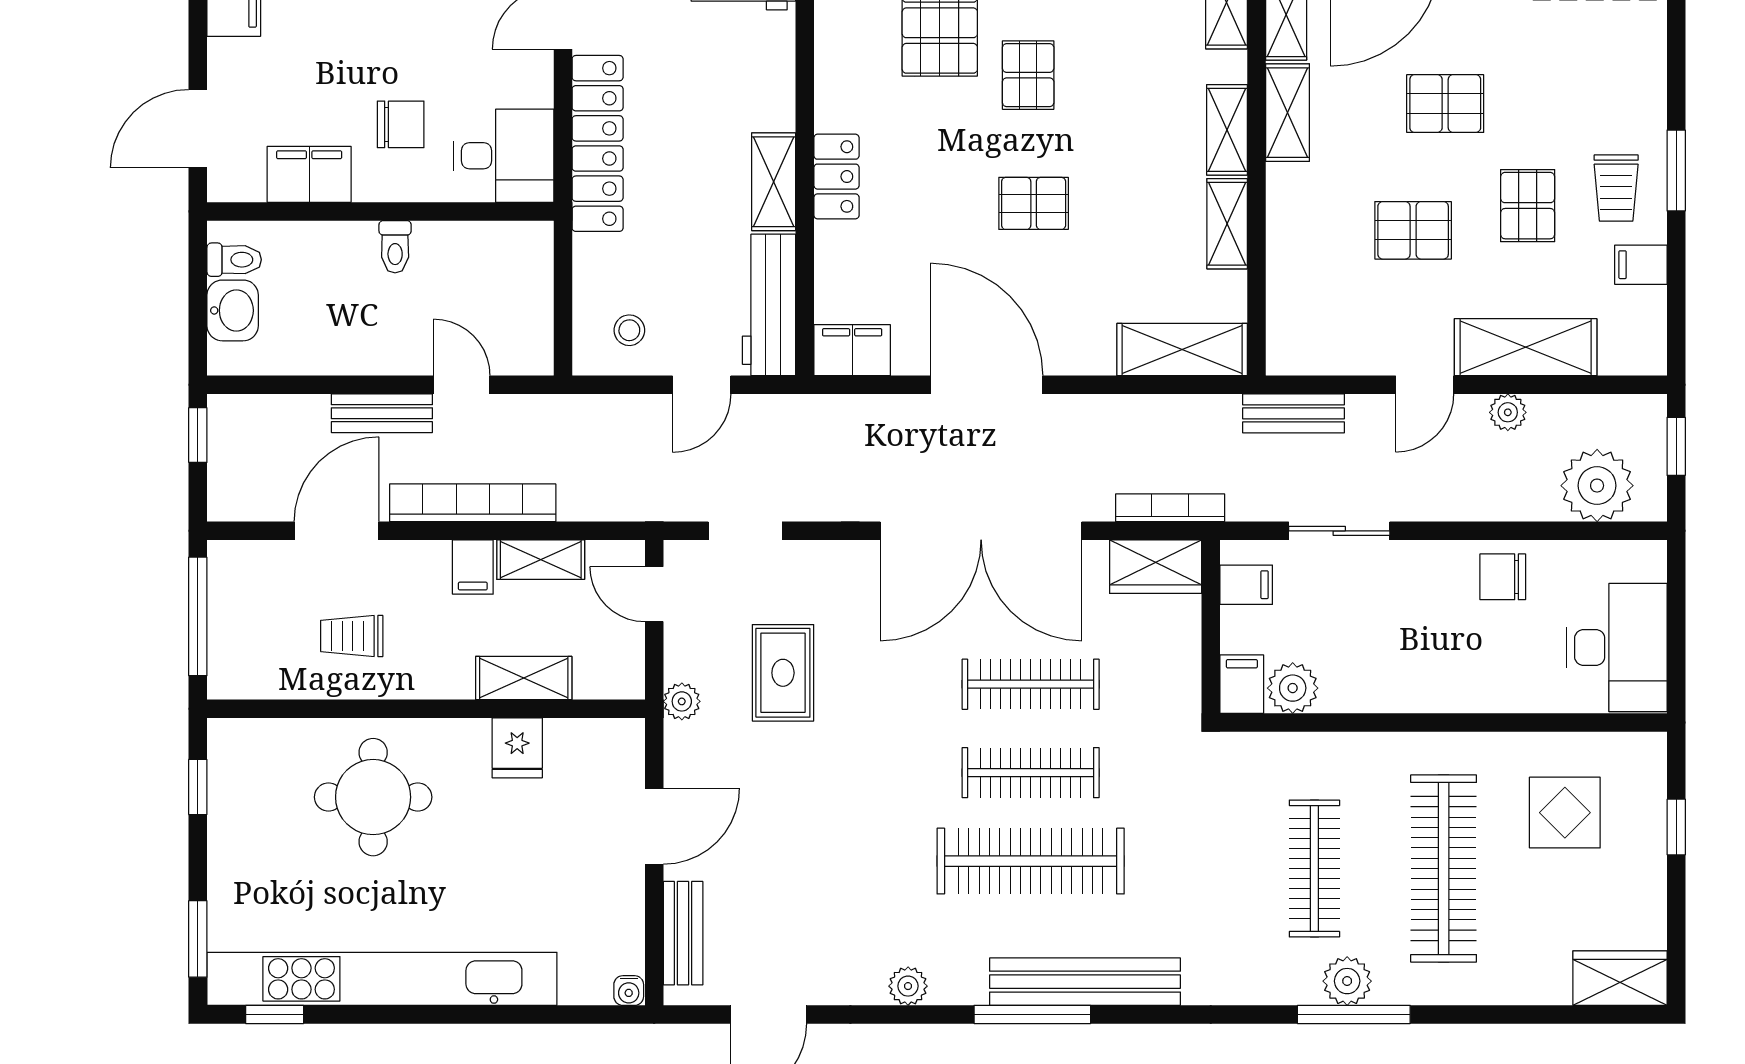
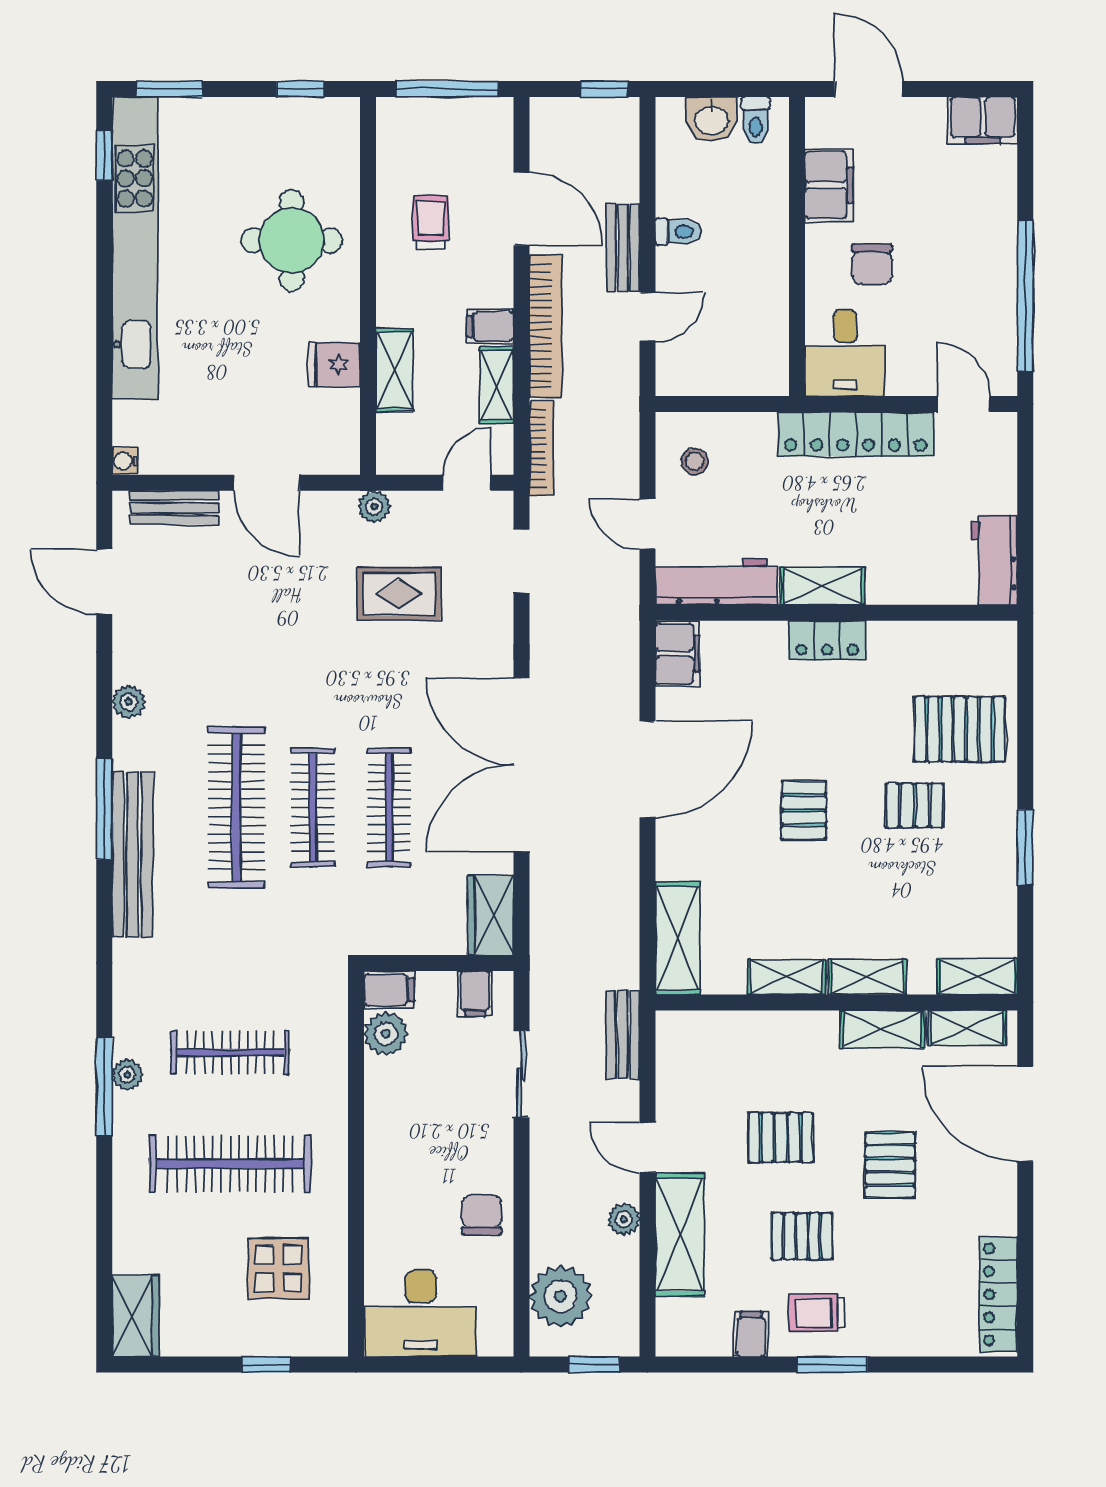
pallet: (1413, 230) -> (781, 1138), turned 90
toilet: (395, 247) -> (678, 231), moved, turned 180
bookcase: (1170, 508) -> (541, 448), moved
plant: (1347, 981) -> (127, 1075), width x0.73, depth x0.73

